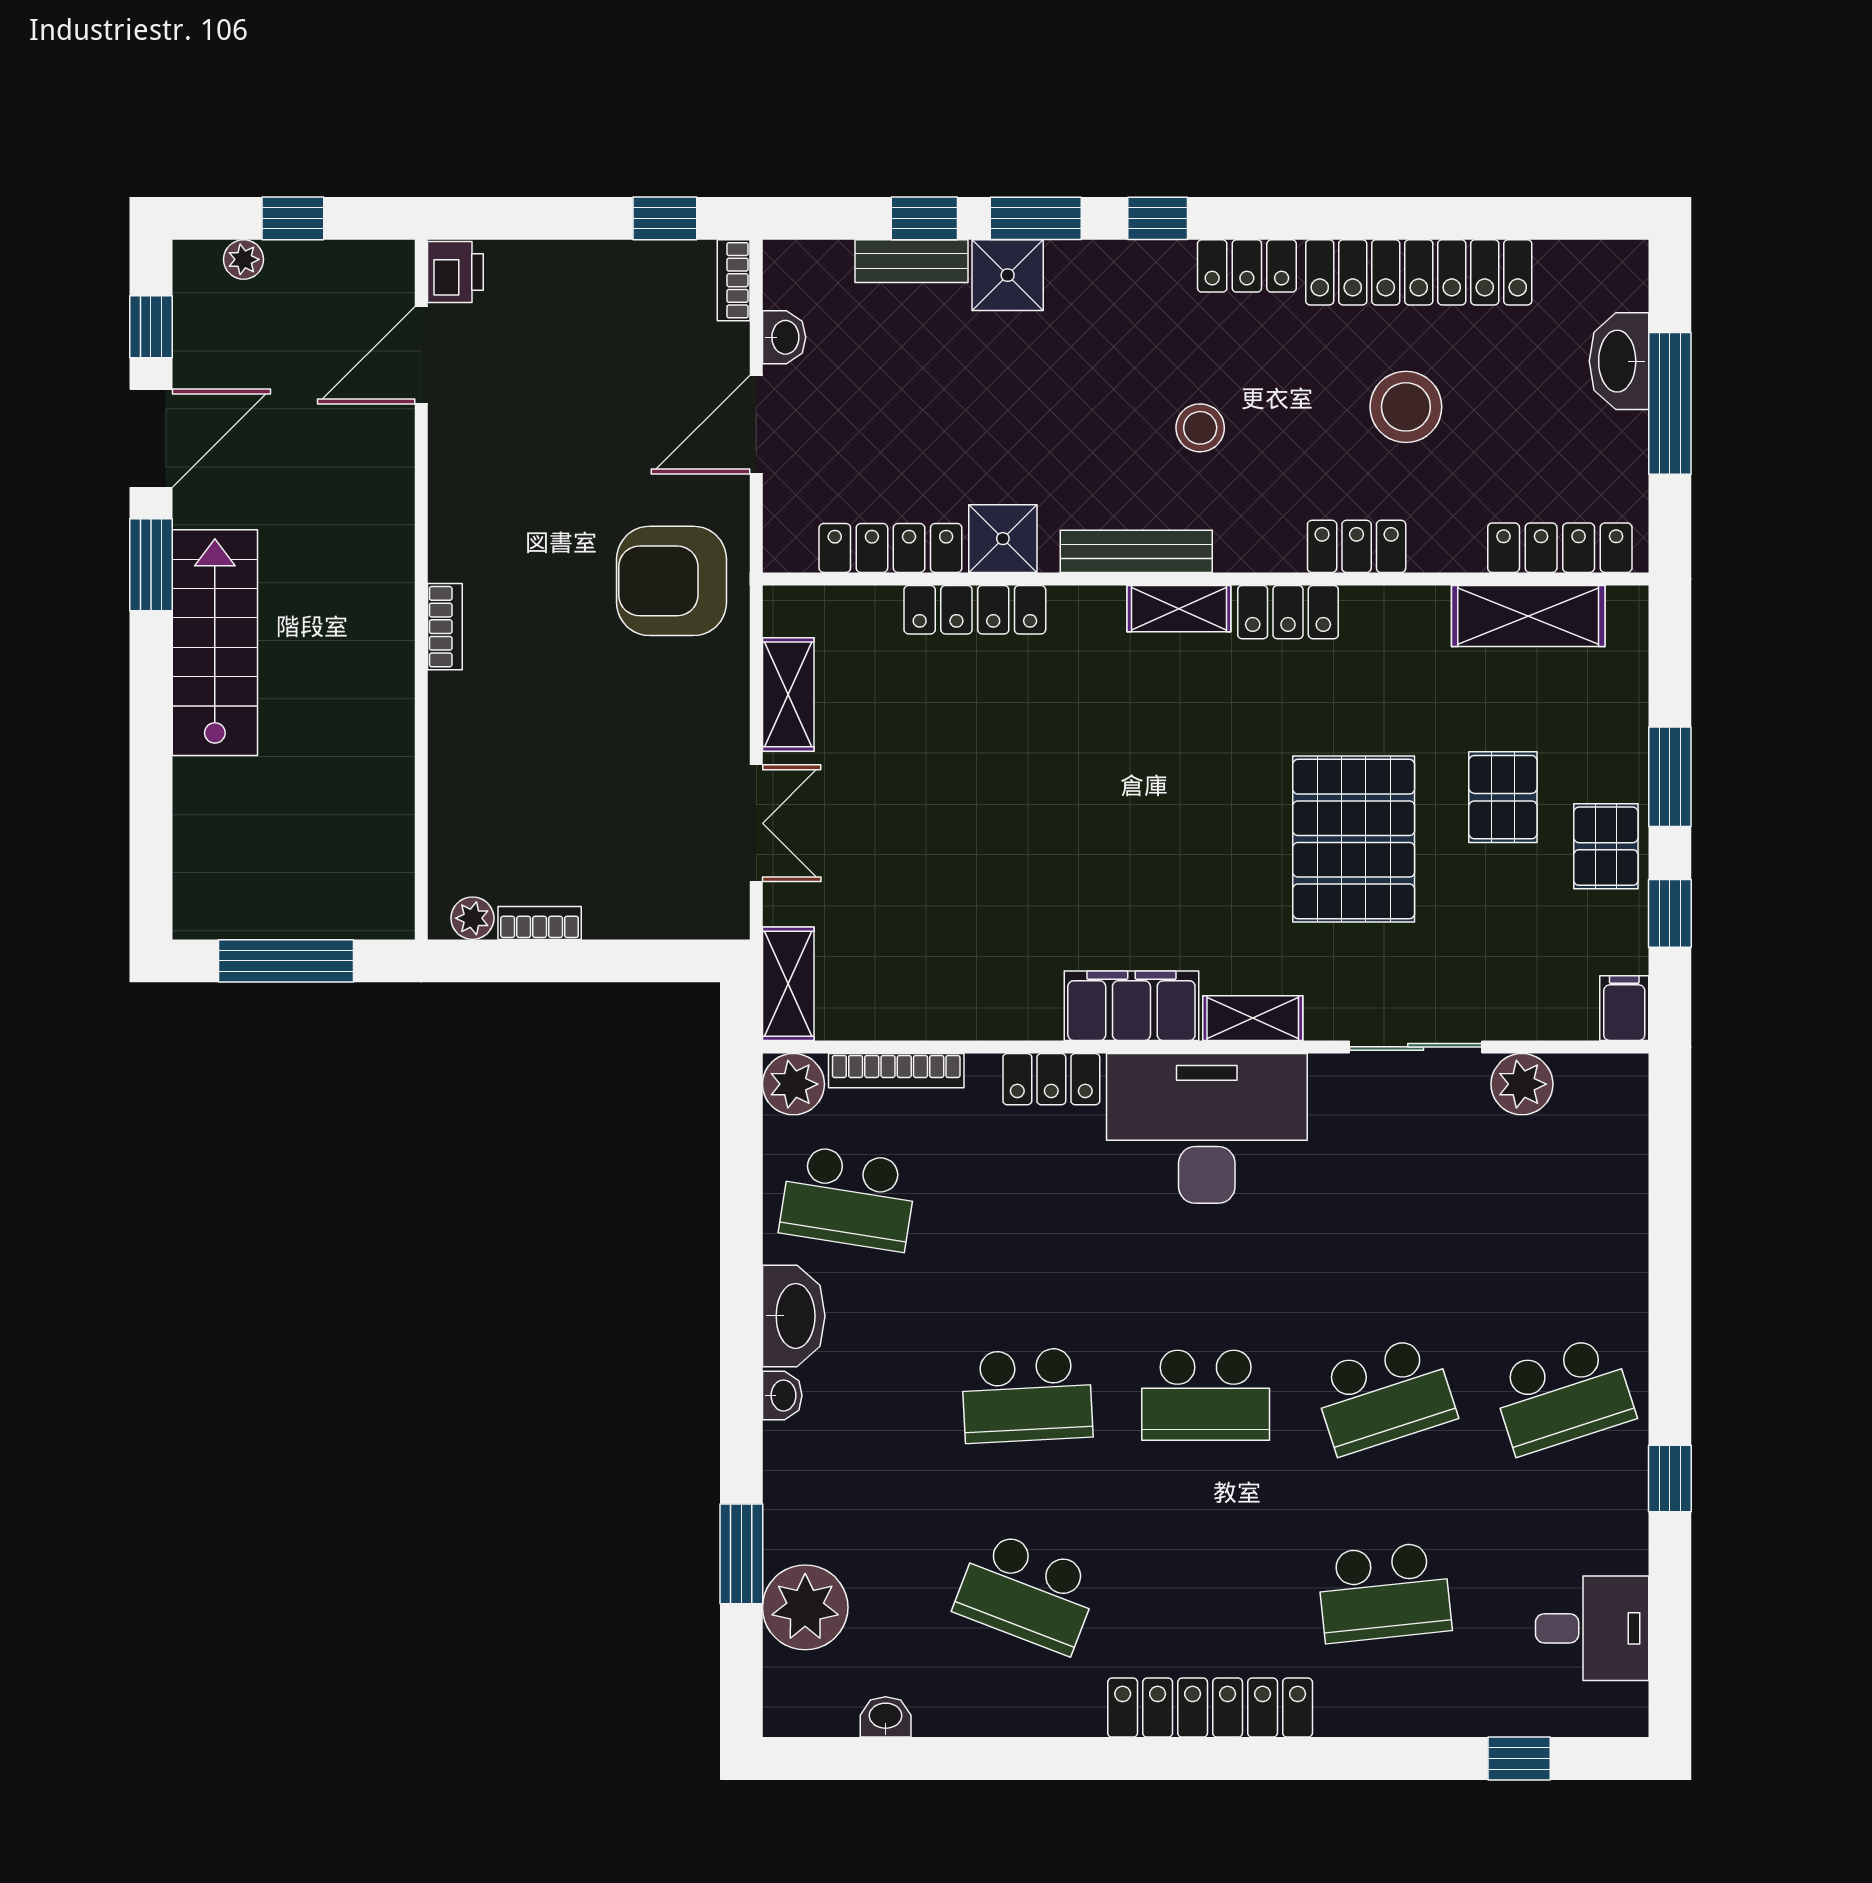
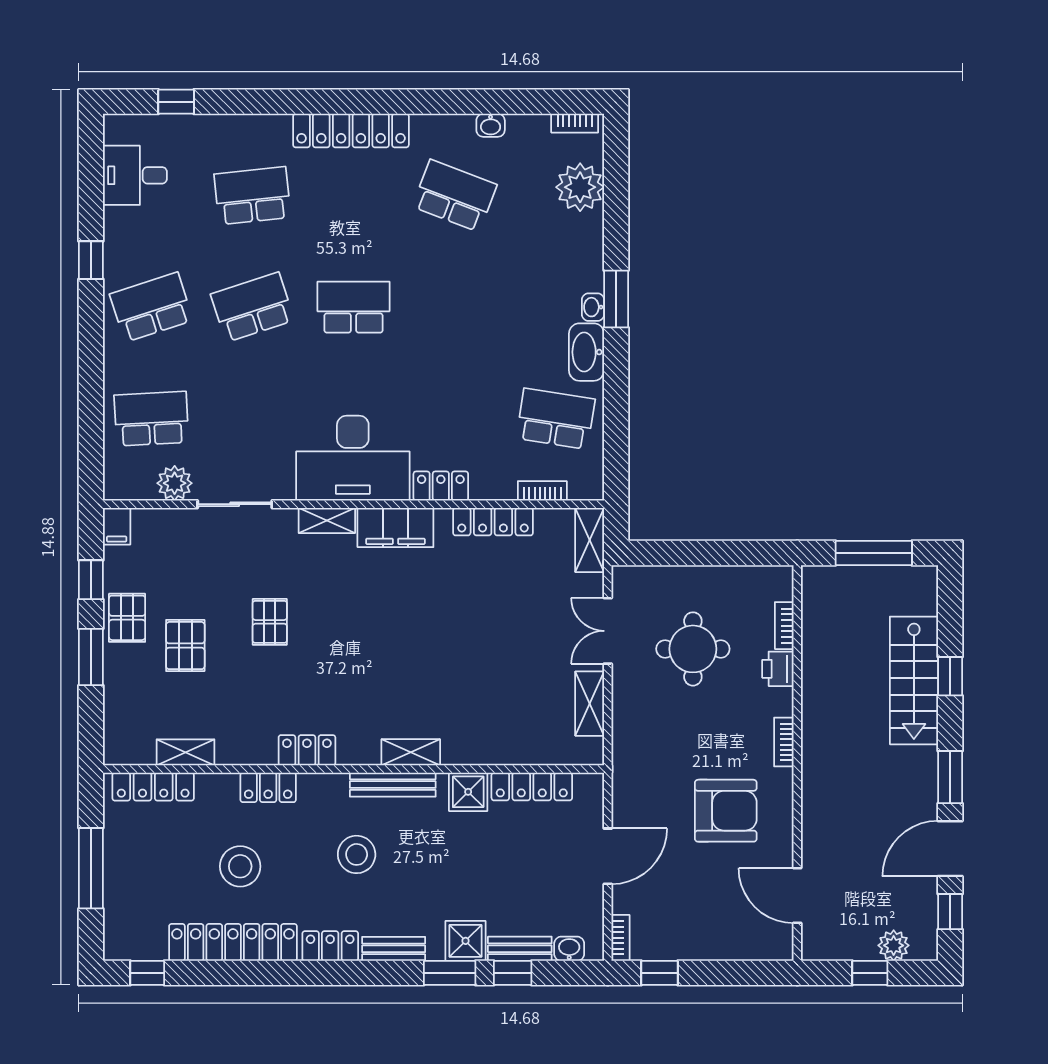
window: (1158, 218) -> (147, 973), moved
plant: (244, 259) -> (894, 945), width x1.38, depth x1.38
bench: (1135, 261) -> (394, 949), added
printer: (455, 272) -> (778, 669), moved
washbasin: (784, 337) -> (569, 949), moved, turned 90
door: (421, 355) -> (797, 896), swing flipped
washbasin: (1619, 361) -> (120, 892), removed
stool: (1200, 428) -> (357, 854), width x1.38, depth x1.38
armchair: (672, 581) -> (726, 811), moved
shelving: (1179, 609) -> (411, 752), moved
locker: (975, 610) -> (493, 522), moved, turned 180
shelving: (1528, 616) -> (185, 752), width x0.67, depth x0.75
stairs: (215, 643) -> (914, 680), moved
window: (151, 743) -> (950, 676), added
round table: (606, 791) -> (693, 649), added
pallet: (1354, 839) -> (270, 622), width x0.49, depth x0.50
plant: (472, 918) -> (768, 577), removed
bookcase: (540, 923) -> (784, 626), moved, turned 90
bookcase: (896, 1071) -> (542, 491), width x0.64
plant: (793, 1084) -> (587, 483), removed
school desk: (1027, 1395) -> (151, 419), moved
window: (741, 1554) -> (616, 299), moved
washbasin: (886, 1717) -> (491, 125), moved
bookcase: (815, 1721) -> (575, 123), added

